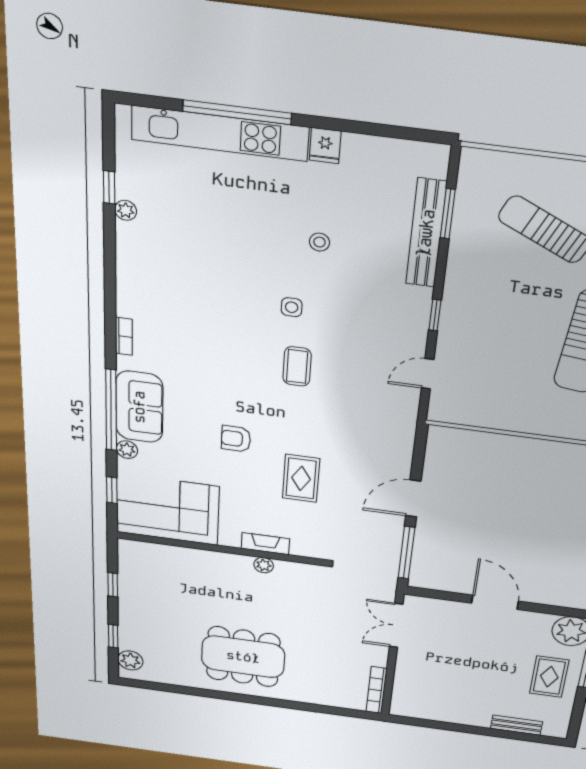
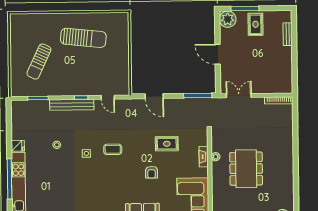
bench: (426, 233) -> (72, 105), moved
door: (413, 498) -> (154, 96), moved
door: (495, 602) -> (218, 54), hinge flipped
double door: (396, 625) -> (239, 96), swing flipped
dining table: (243, 657) -> (246, 169), moved
rug: (549, 677) -> (256, 24), turned 90

